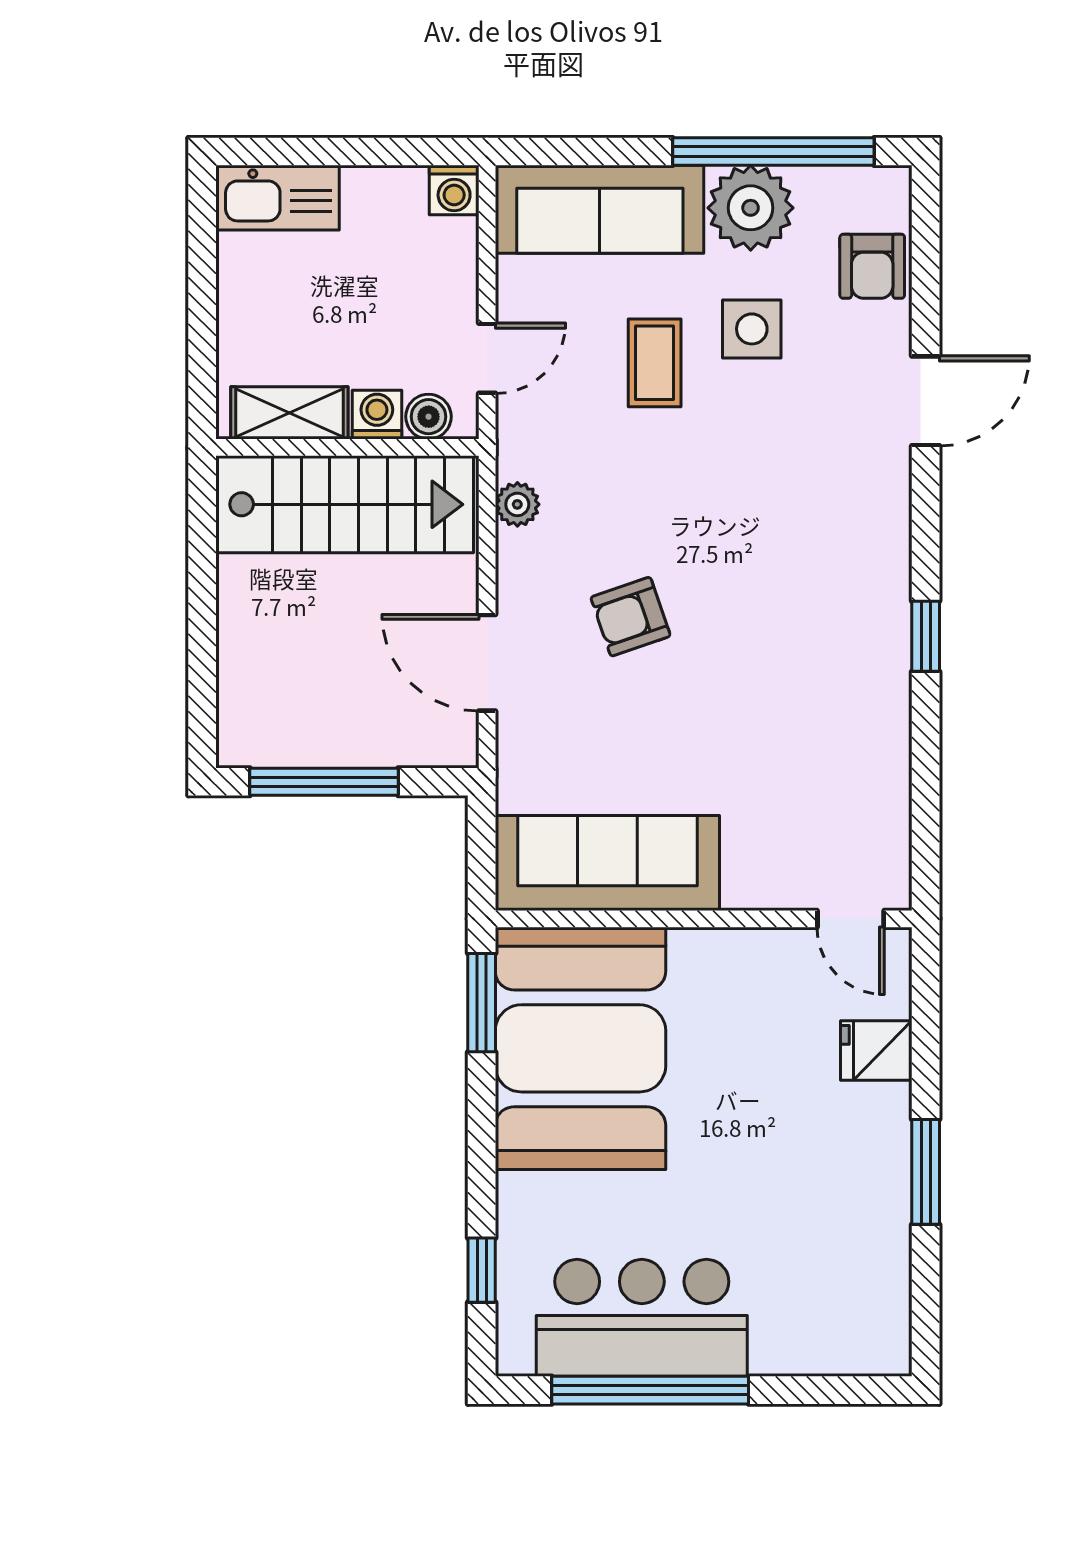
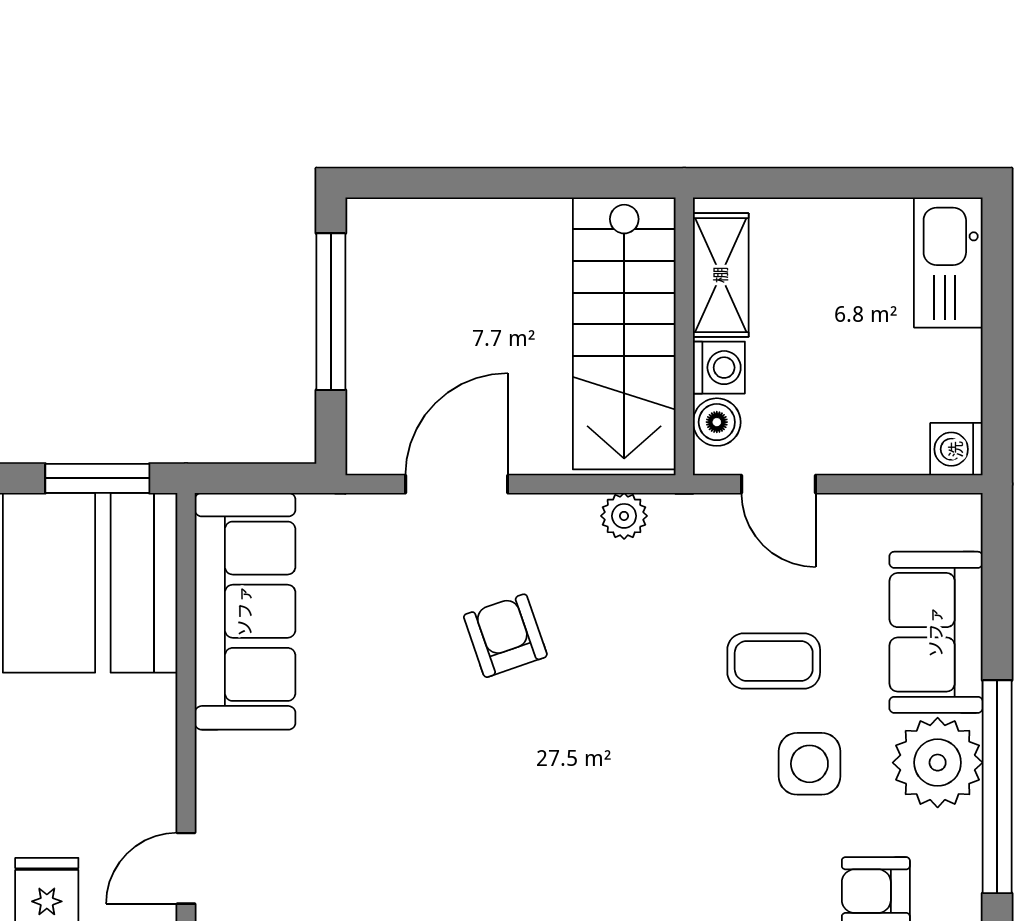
sofa: (600, 209) -> (936, 632), width x0.73

